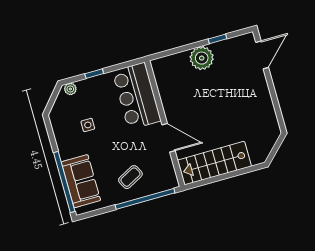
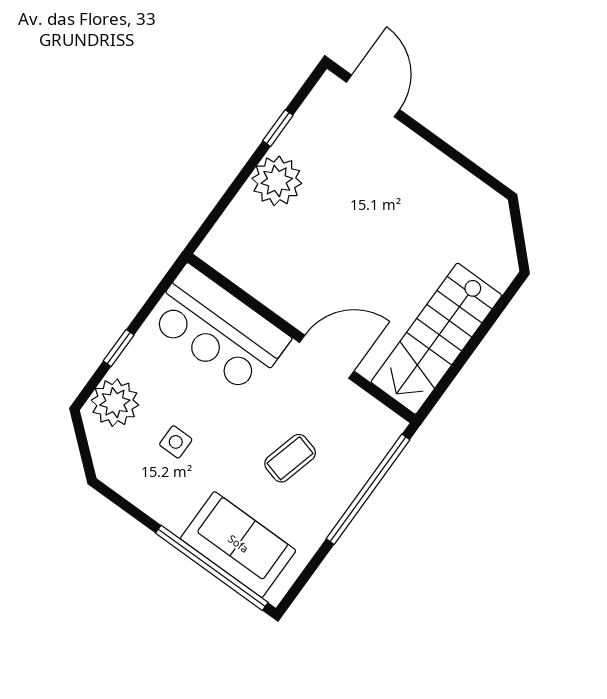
plant: (70, 89) -> (115, 403), width x1.88, depth x1.88
coffee table: (130, 177) -> (290, 458), moved, turned 43

